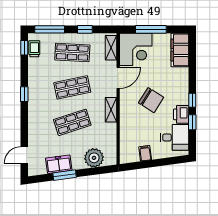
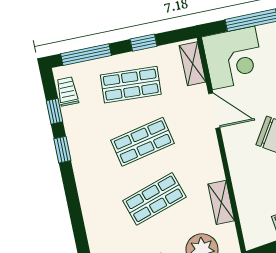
window: (24, 48) -> (54, 111), moved
door: (118, 78) -> (214, 111), hinge flipped
window: (24, 94) -> (62, 150), moved
shelving: (111, 110) -> (221, 202), moved

